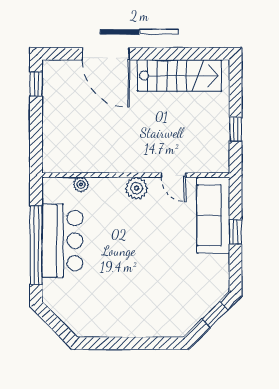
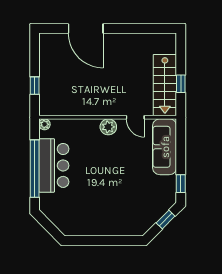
stairs: (179, 76) -> (165, 85), moved, turned 90
window: (36, 84) -> (35, 86), moved
plant: (81, 185) -> (44, 124), moved
window: (236, 232) -> (181, 184), moved

